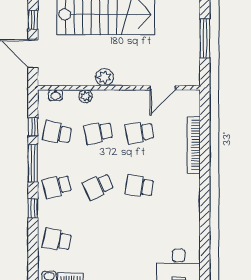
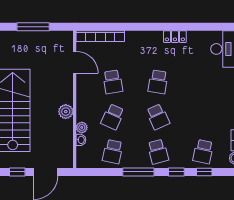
washbasin: (56, 95) -> (81, 140), moved
window: (33, 127) -> (204, 172), moved
school desk: (98, 133) -> (113, 117), turned 36
bookcase: (194, 145) -> (100, 36), moved
locker: (193, 206) -> (175, 37), added

